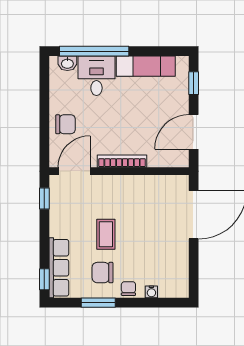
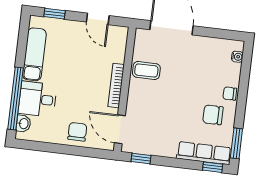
door: (194, 132) -> (98, 19), width x0.73
coffee table: (106, 234) -> (146, 71), moved
chair: (103, 273) -> (213, 115), turned 90
water cooler: (151, 292) -> (237, 57), moved
window: (98, 303) -> (236, 143), moved

